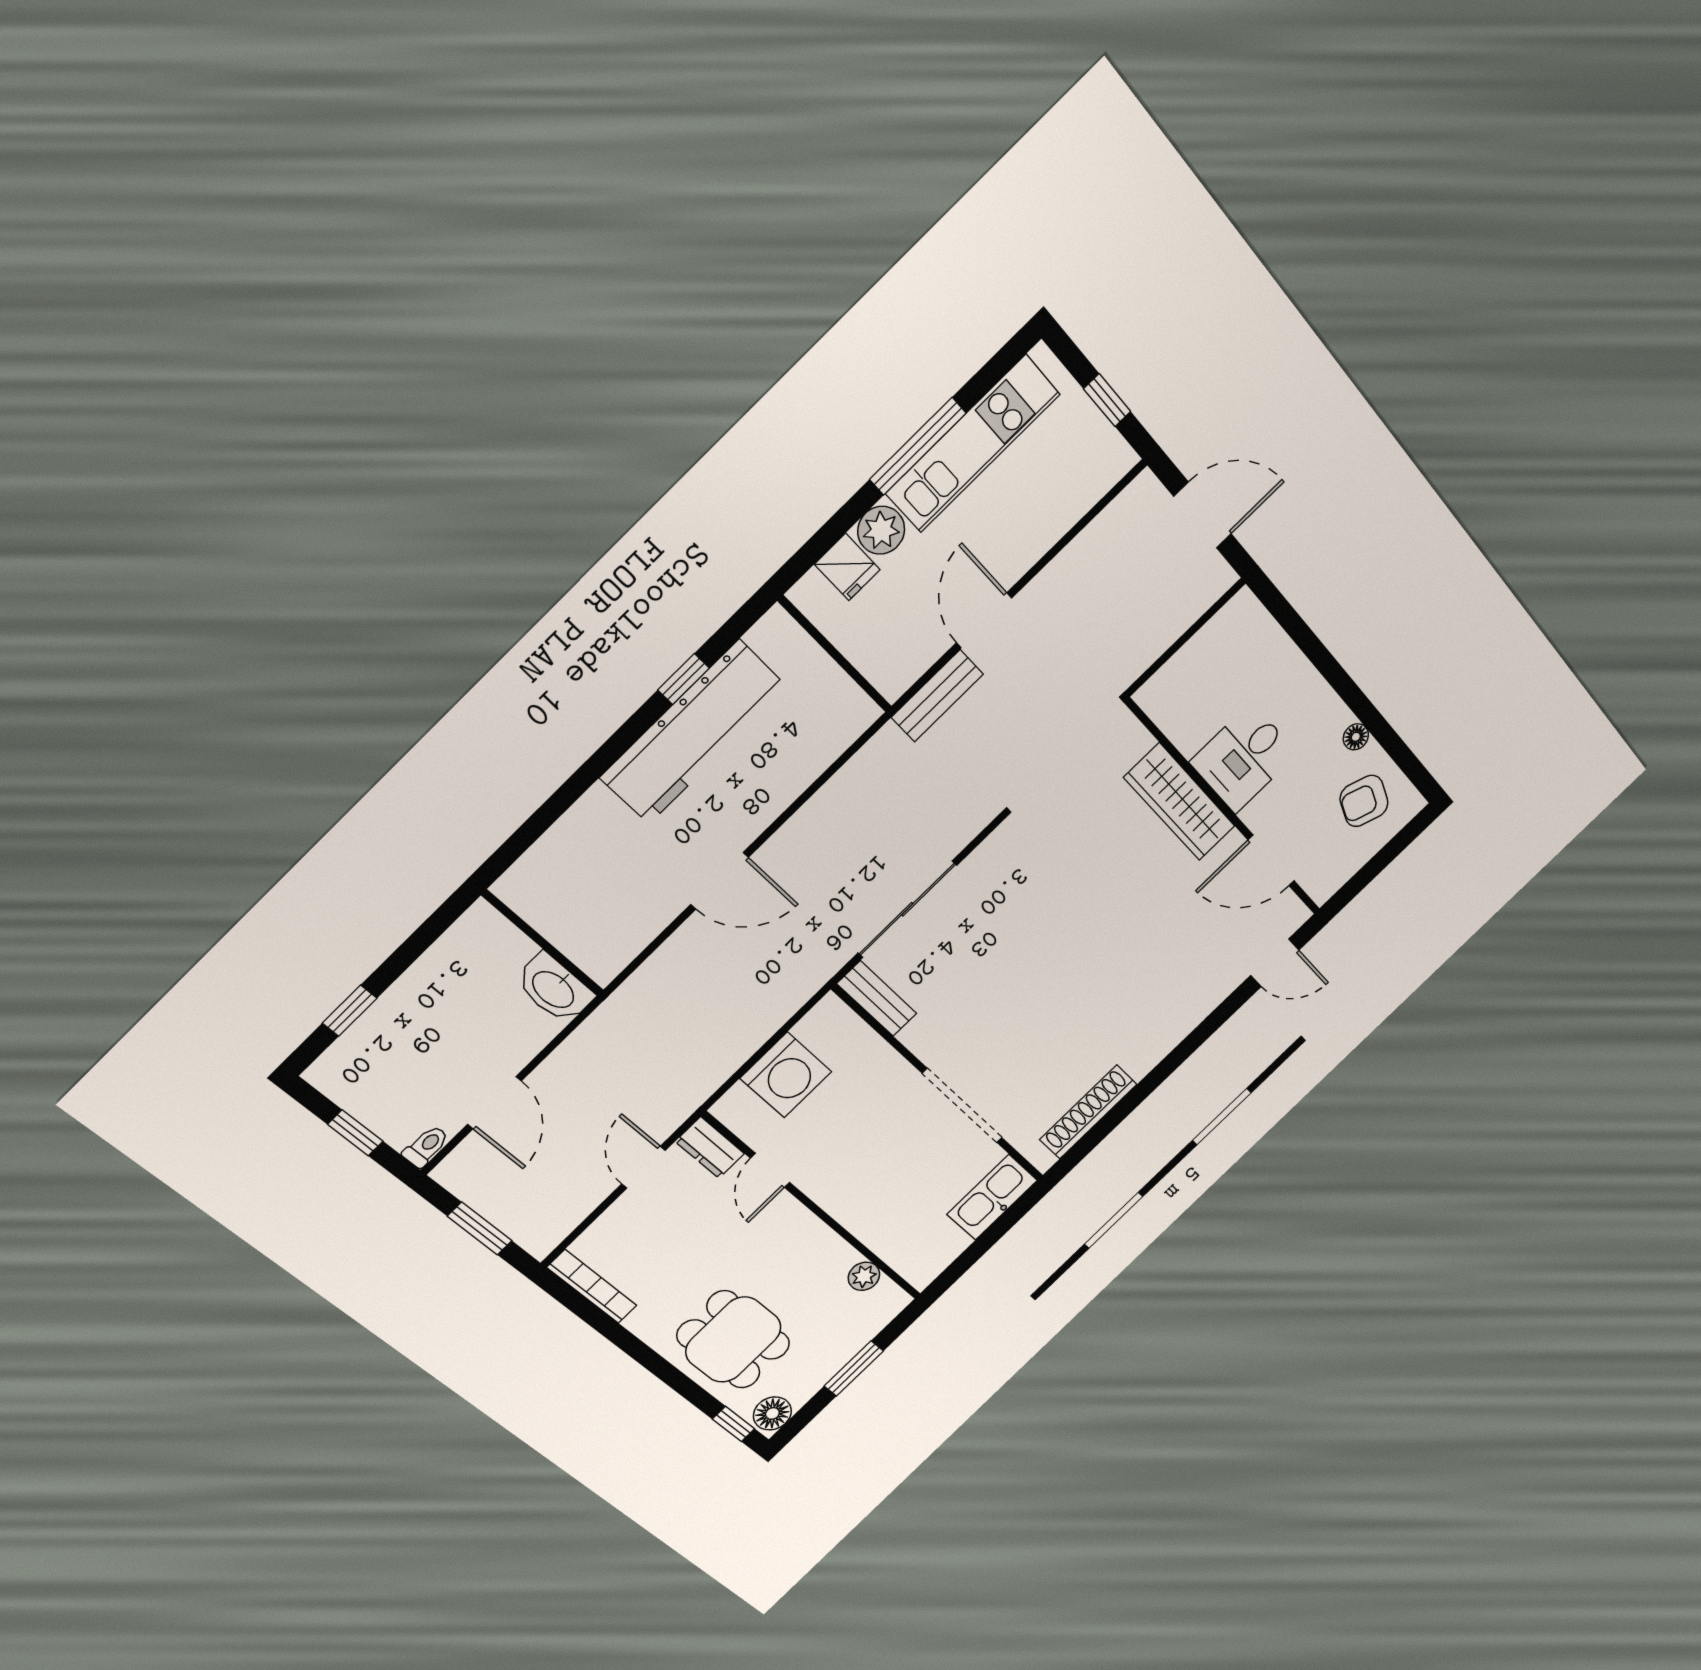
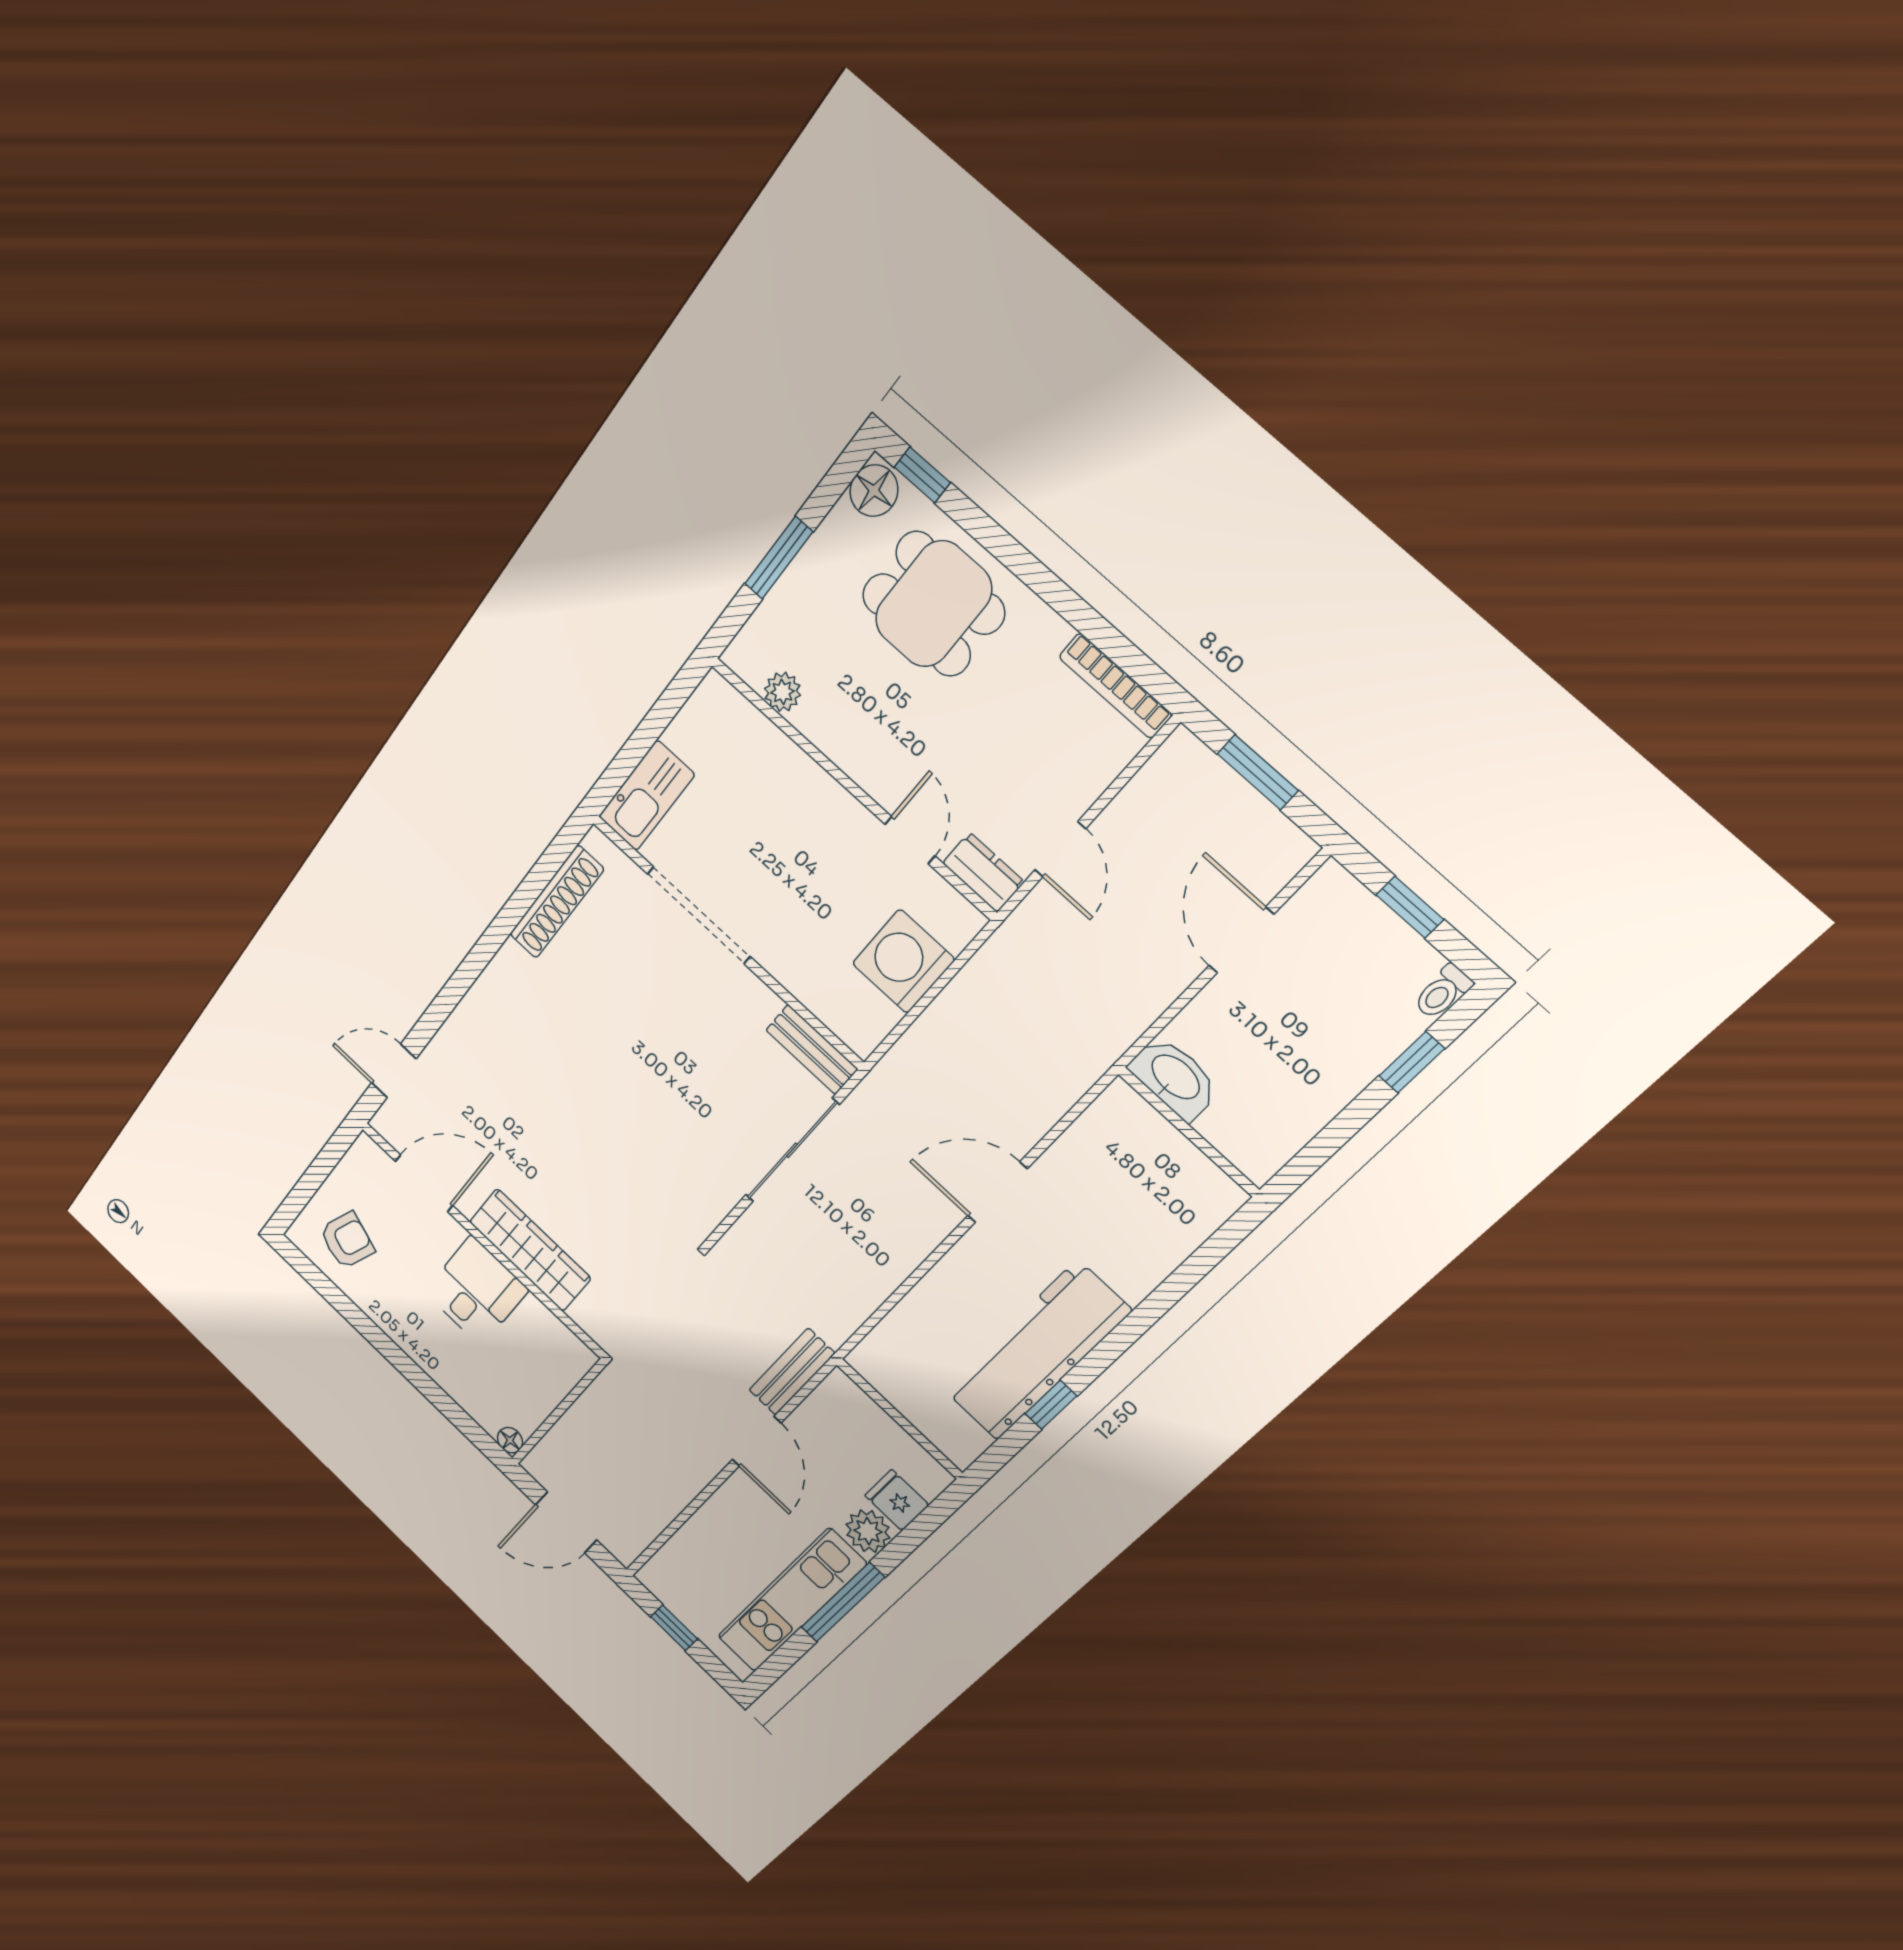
floor lamp: (1356, 737) -> (510, 1440), moved
toilet: (426, 1146) -> (1443, 992), moved

